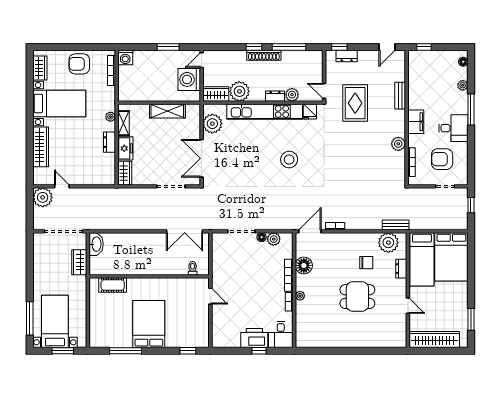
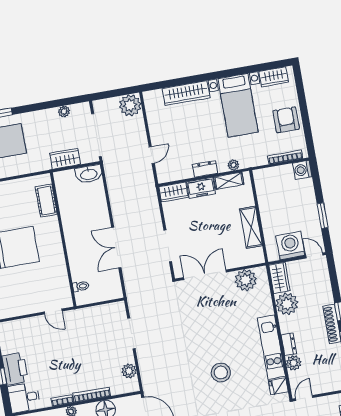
kitchen unit: (265, 112) -> (271, 347), width x0.73
door: (62, 186) -> (152, 155), moved
double door: (185, 231) -> (116, 248), moved
floor lamp: (262, 237) -> (129, 357), removed
plant: (38, 256) -> (64, 111), added
door: (210, 296) -> (53, 312), hinge flipped

